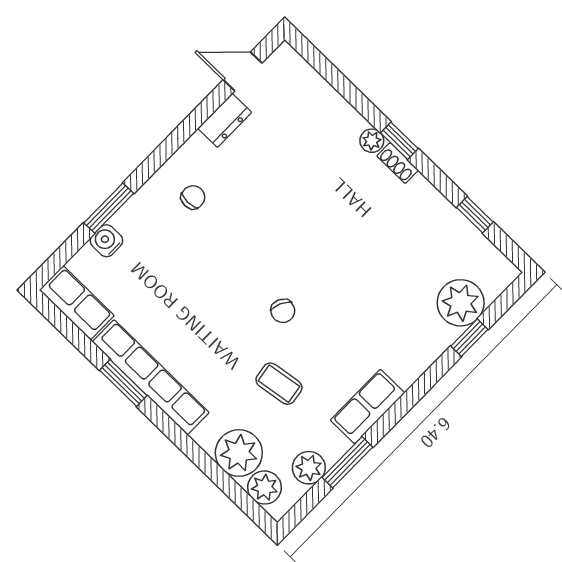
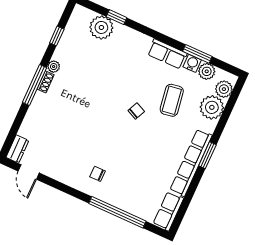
dresser: (225, 120) -> (17, 149), moved, turned 90
plant: (372, 141) -> (54, 67), moved
window: (399, 141) -> (35, 85), width x2.17
window: (109, 208) -> (117, 212), width x2.11
water cooler: (106, 241) -> (192, 63), moved, turned 180
window: (123, 383) -> (207, 155), moved
coffee table: (279, 384) -> (172, 100), width x1.36, depth x1.30

